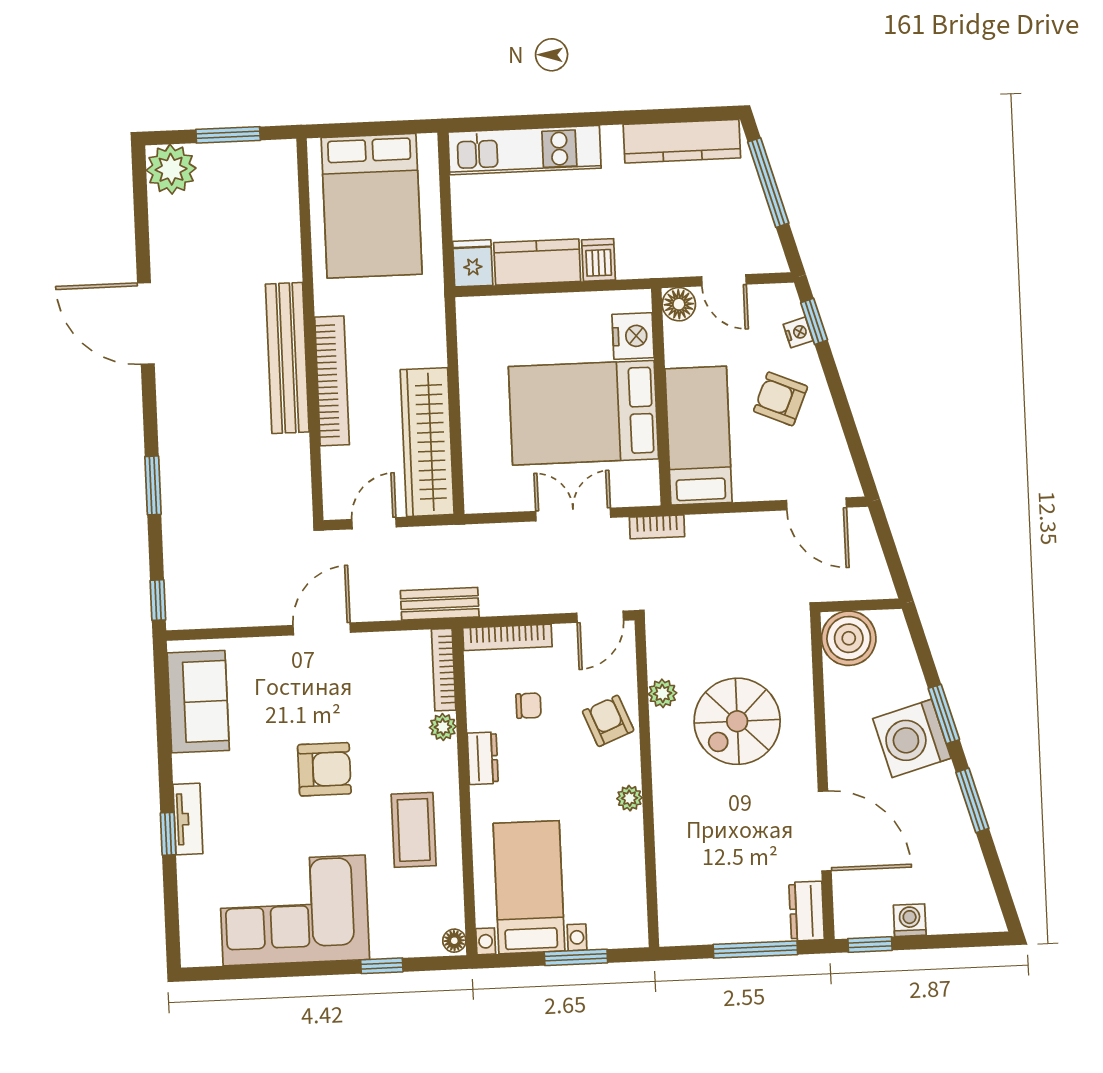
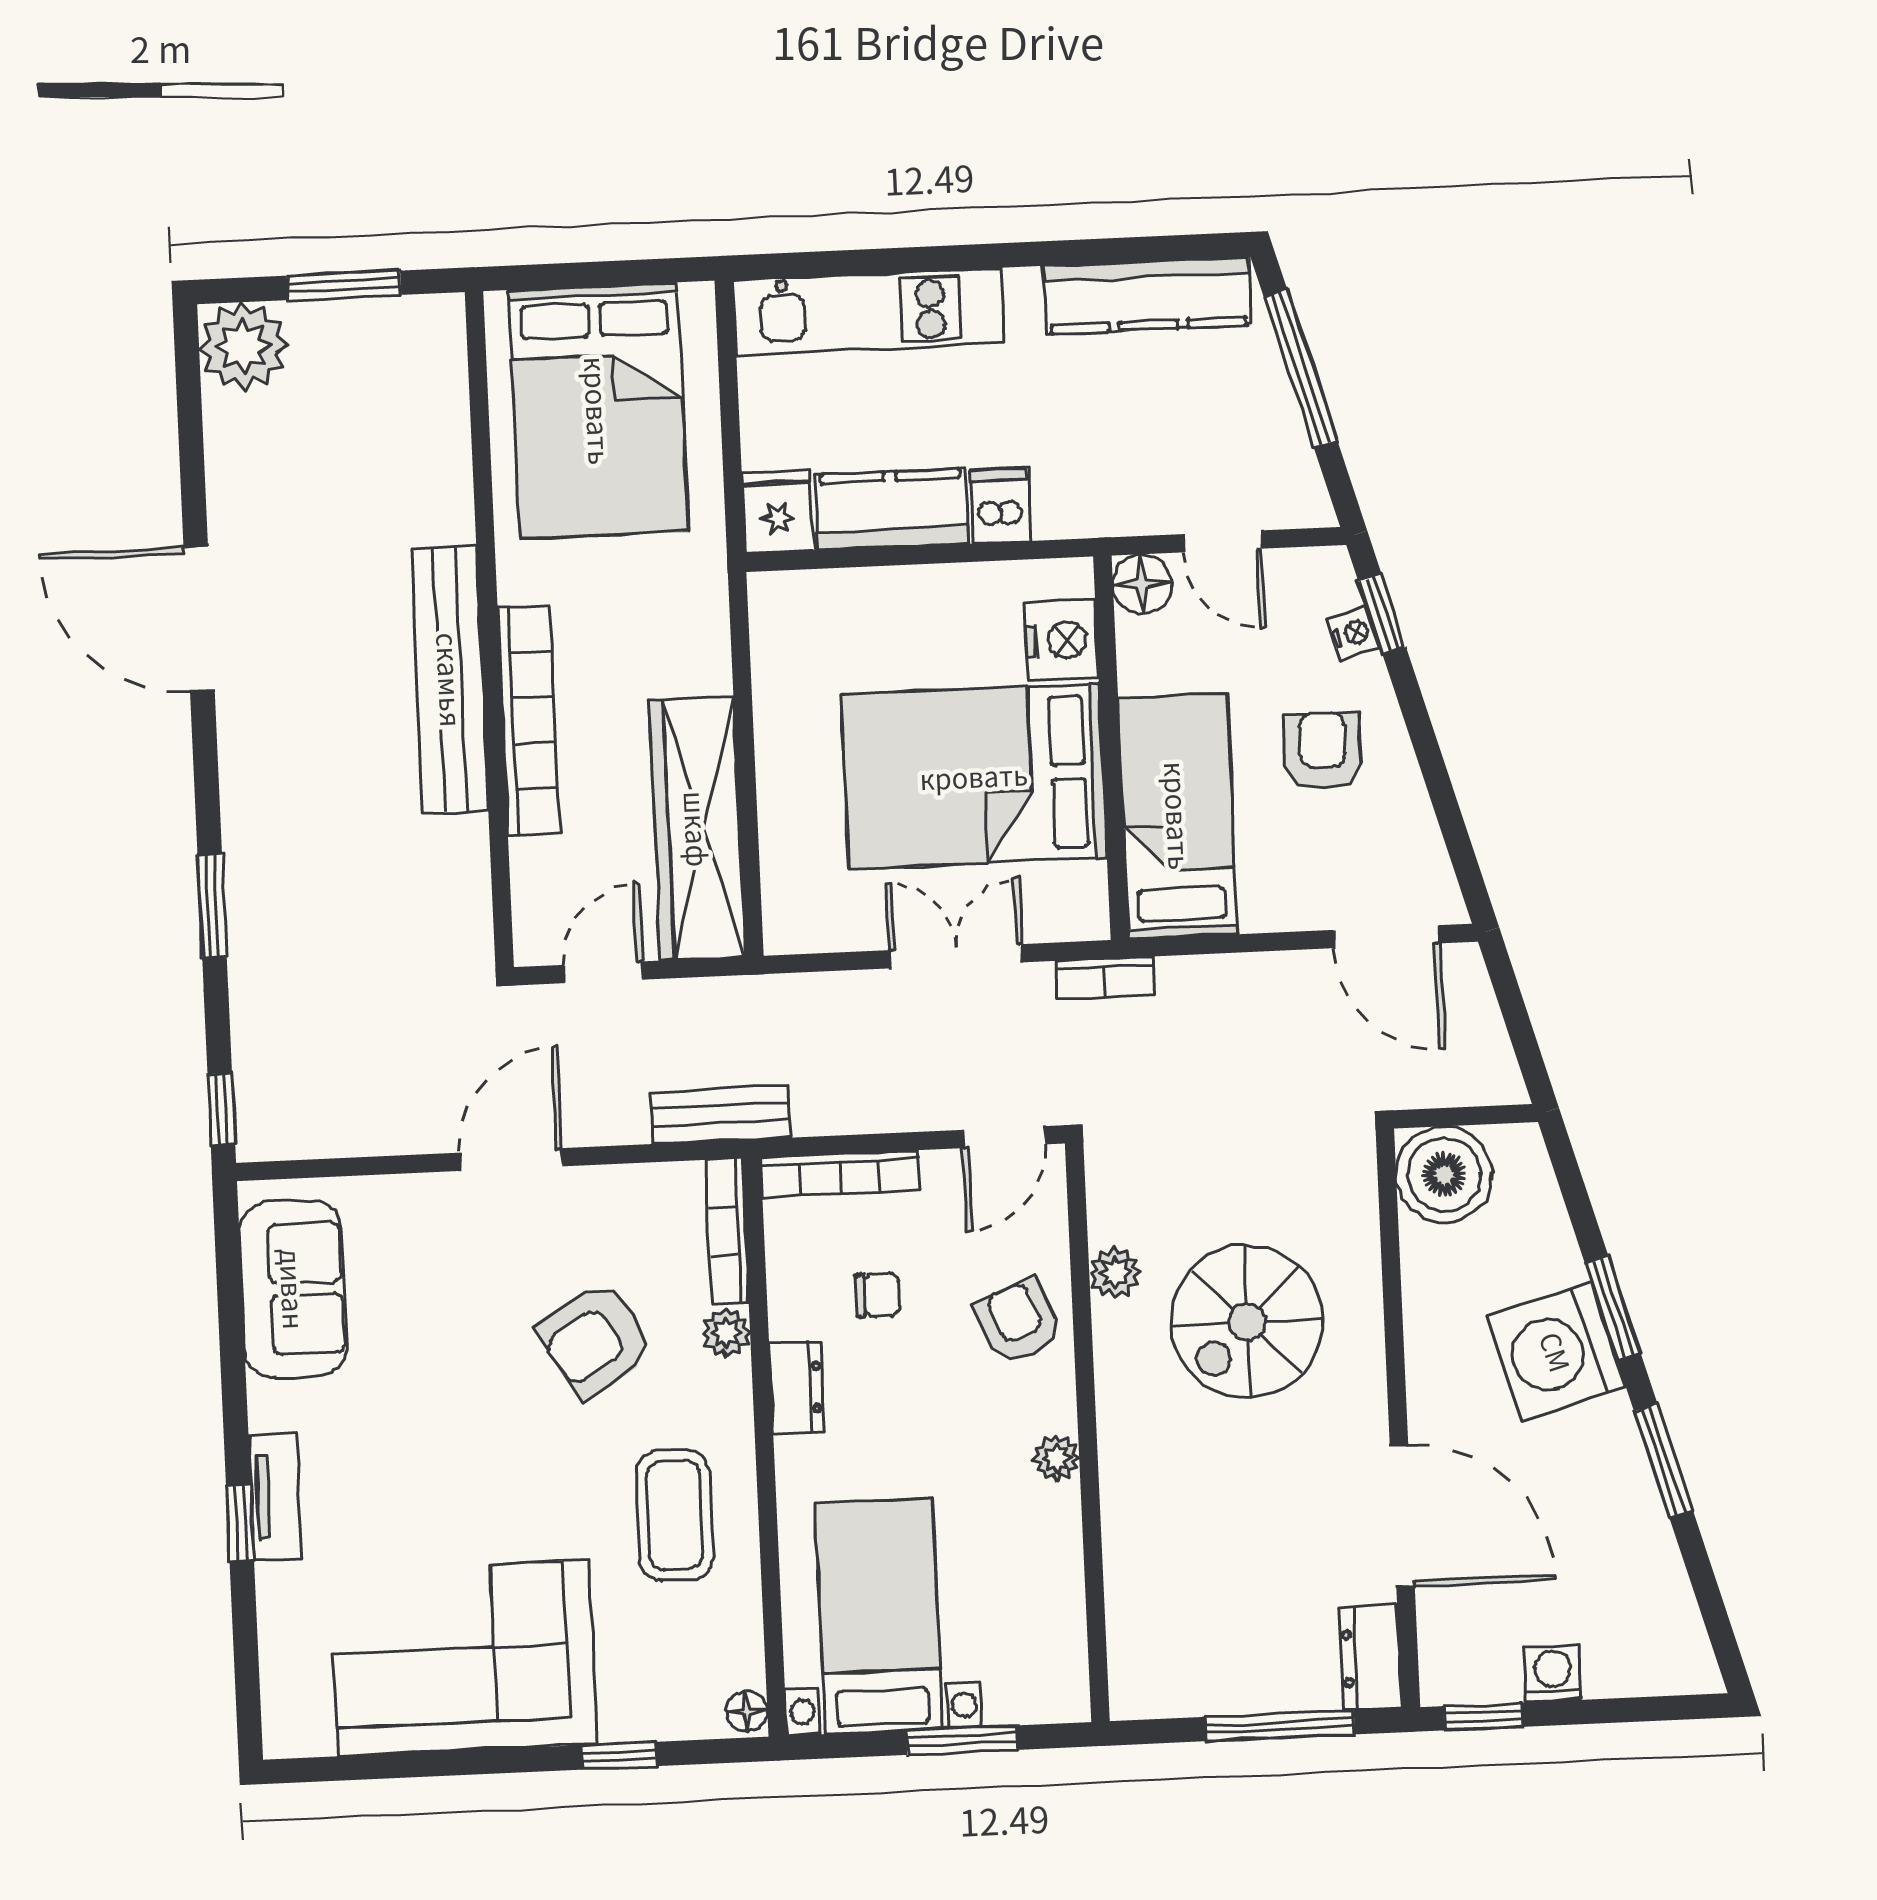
armchair: (781, 399) -> (1323, 751), turned 67
armchair: (324, 769) -> (596, 1340), moved, turned 149

